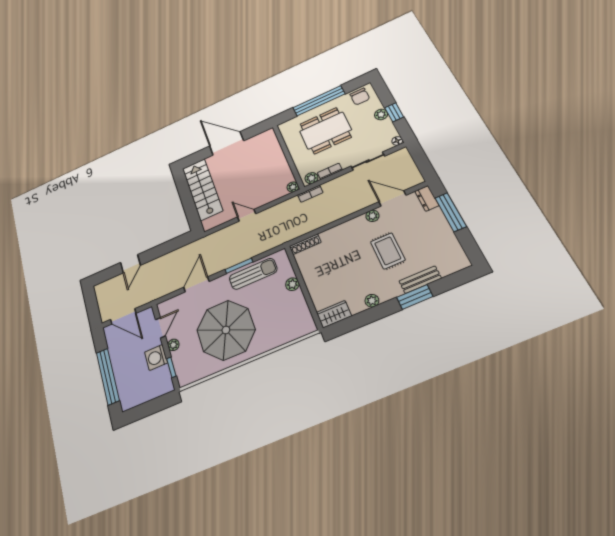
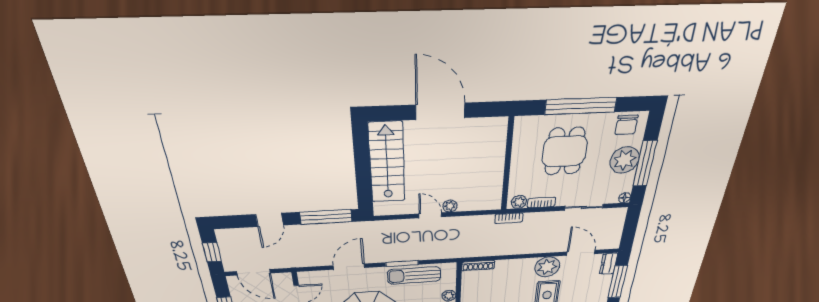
window: (394, 112) -> (645, 164), width x2.17
plant: (381, 114) -> (625, 160), width x1.87, depth x1.87
dining table: (325, 131) -> (565, 151), width x0.73
plant: (293, 187) -> (450, 206), moved
plant: (372, 216) -> (547, 267), width x1.88, depth x1.88
window: (170, 246) -> (326, 217), added
sun lounger: (253, 274) -> (414, 275), turned 180
window: (92, 308) -> (212, 252), added

